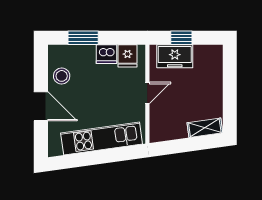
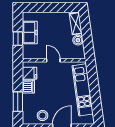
freezer: (175, 56) -> (30, 32), moved
boiler: (179, 131) -> (78, 40), added

